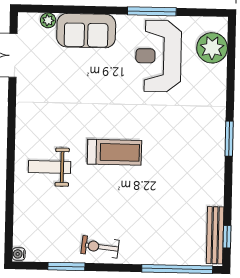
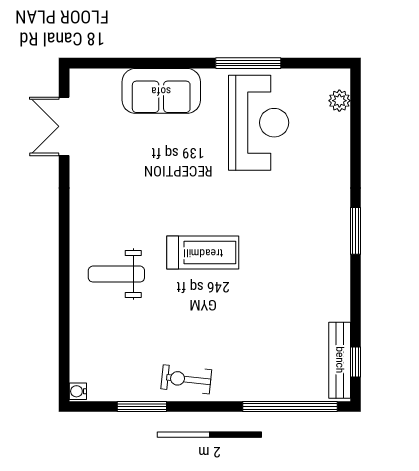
plant: (48, 20) -> (110, 78), removed
plant: (212, 48) -> (339, 101), width x0.53, depth x0.53
reception desk: (158, 56) -> (259, 123), turned 180

